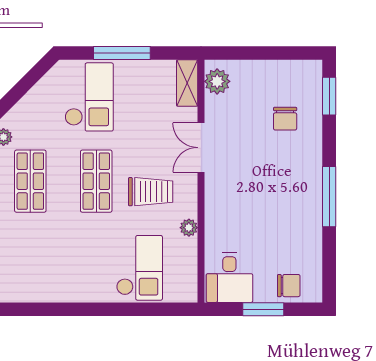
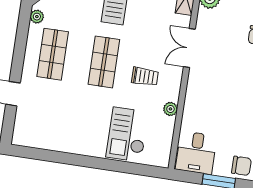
trolley: (151, 192) -> (145, 76), width x0.73, depth x0.72
checkout: (139, 268) -> (127, 134), turned 180

